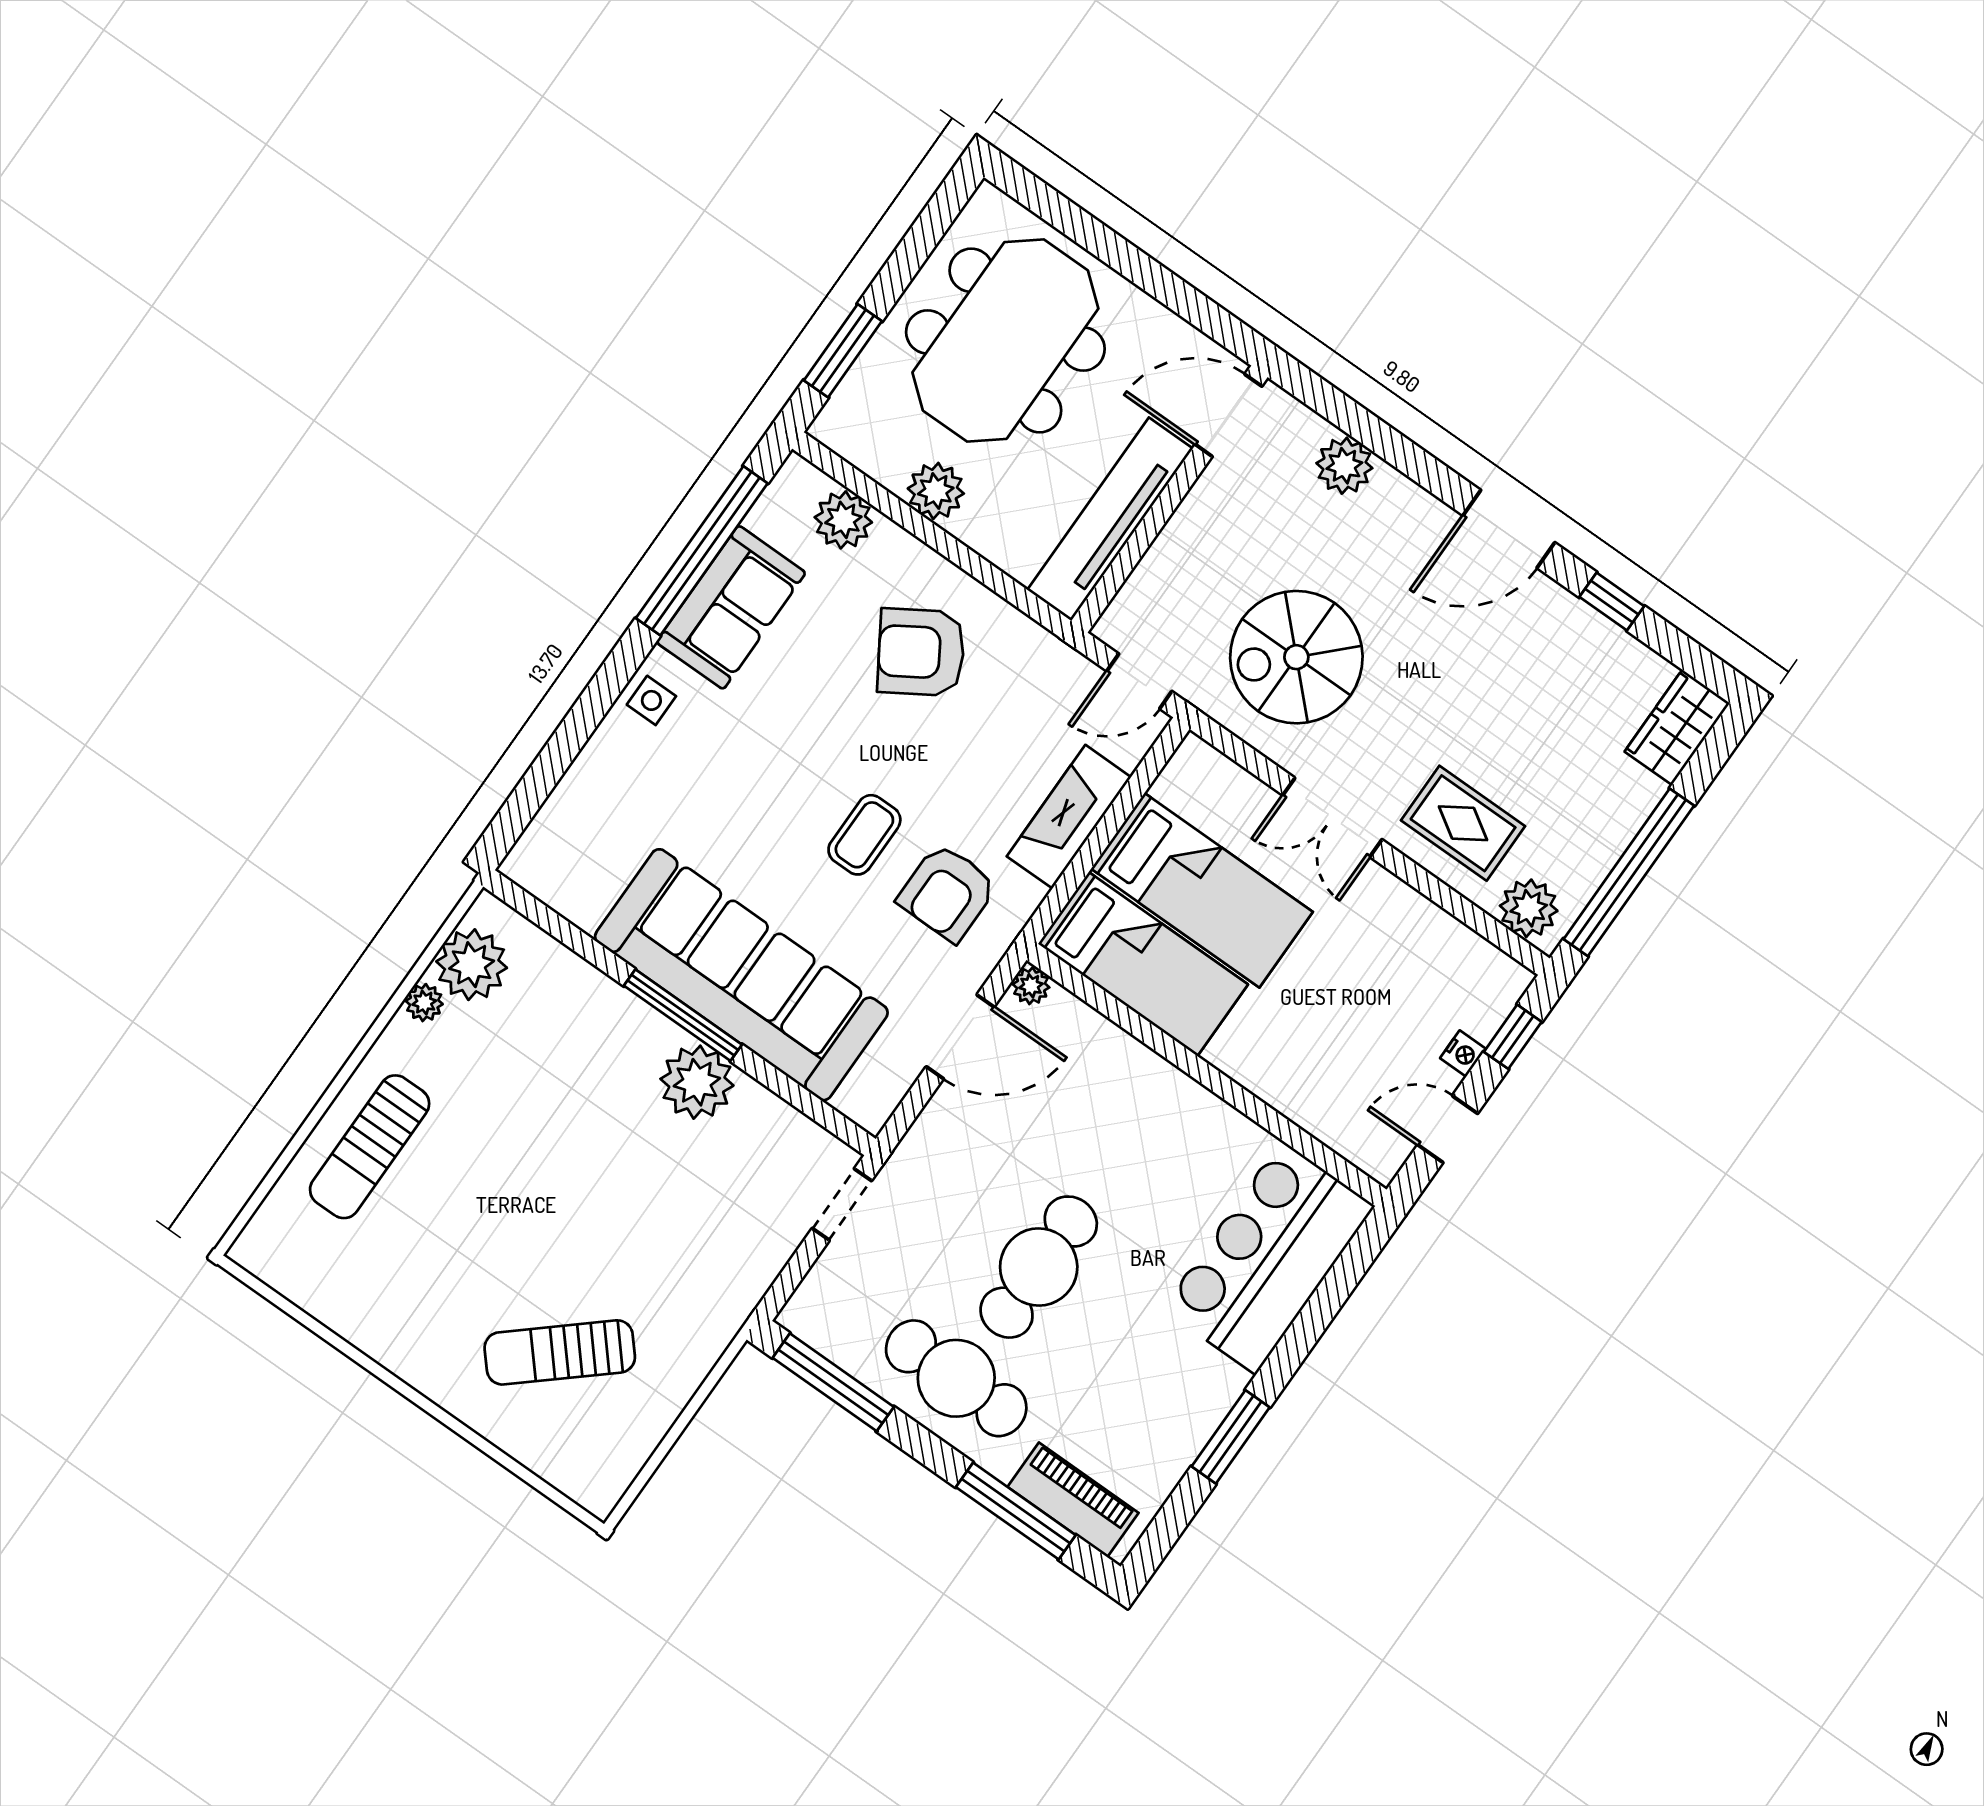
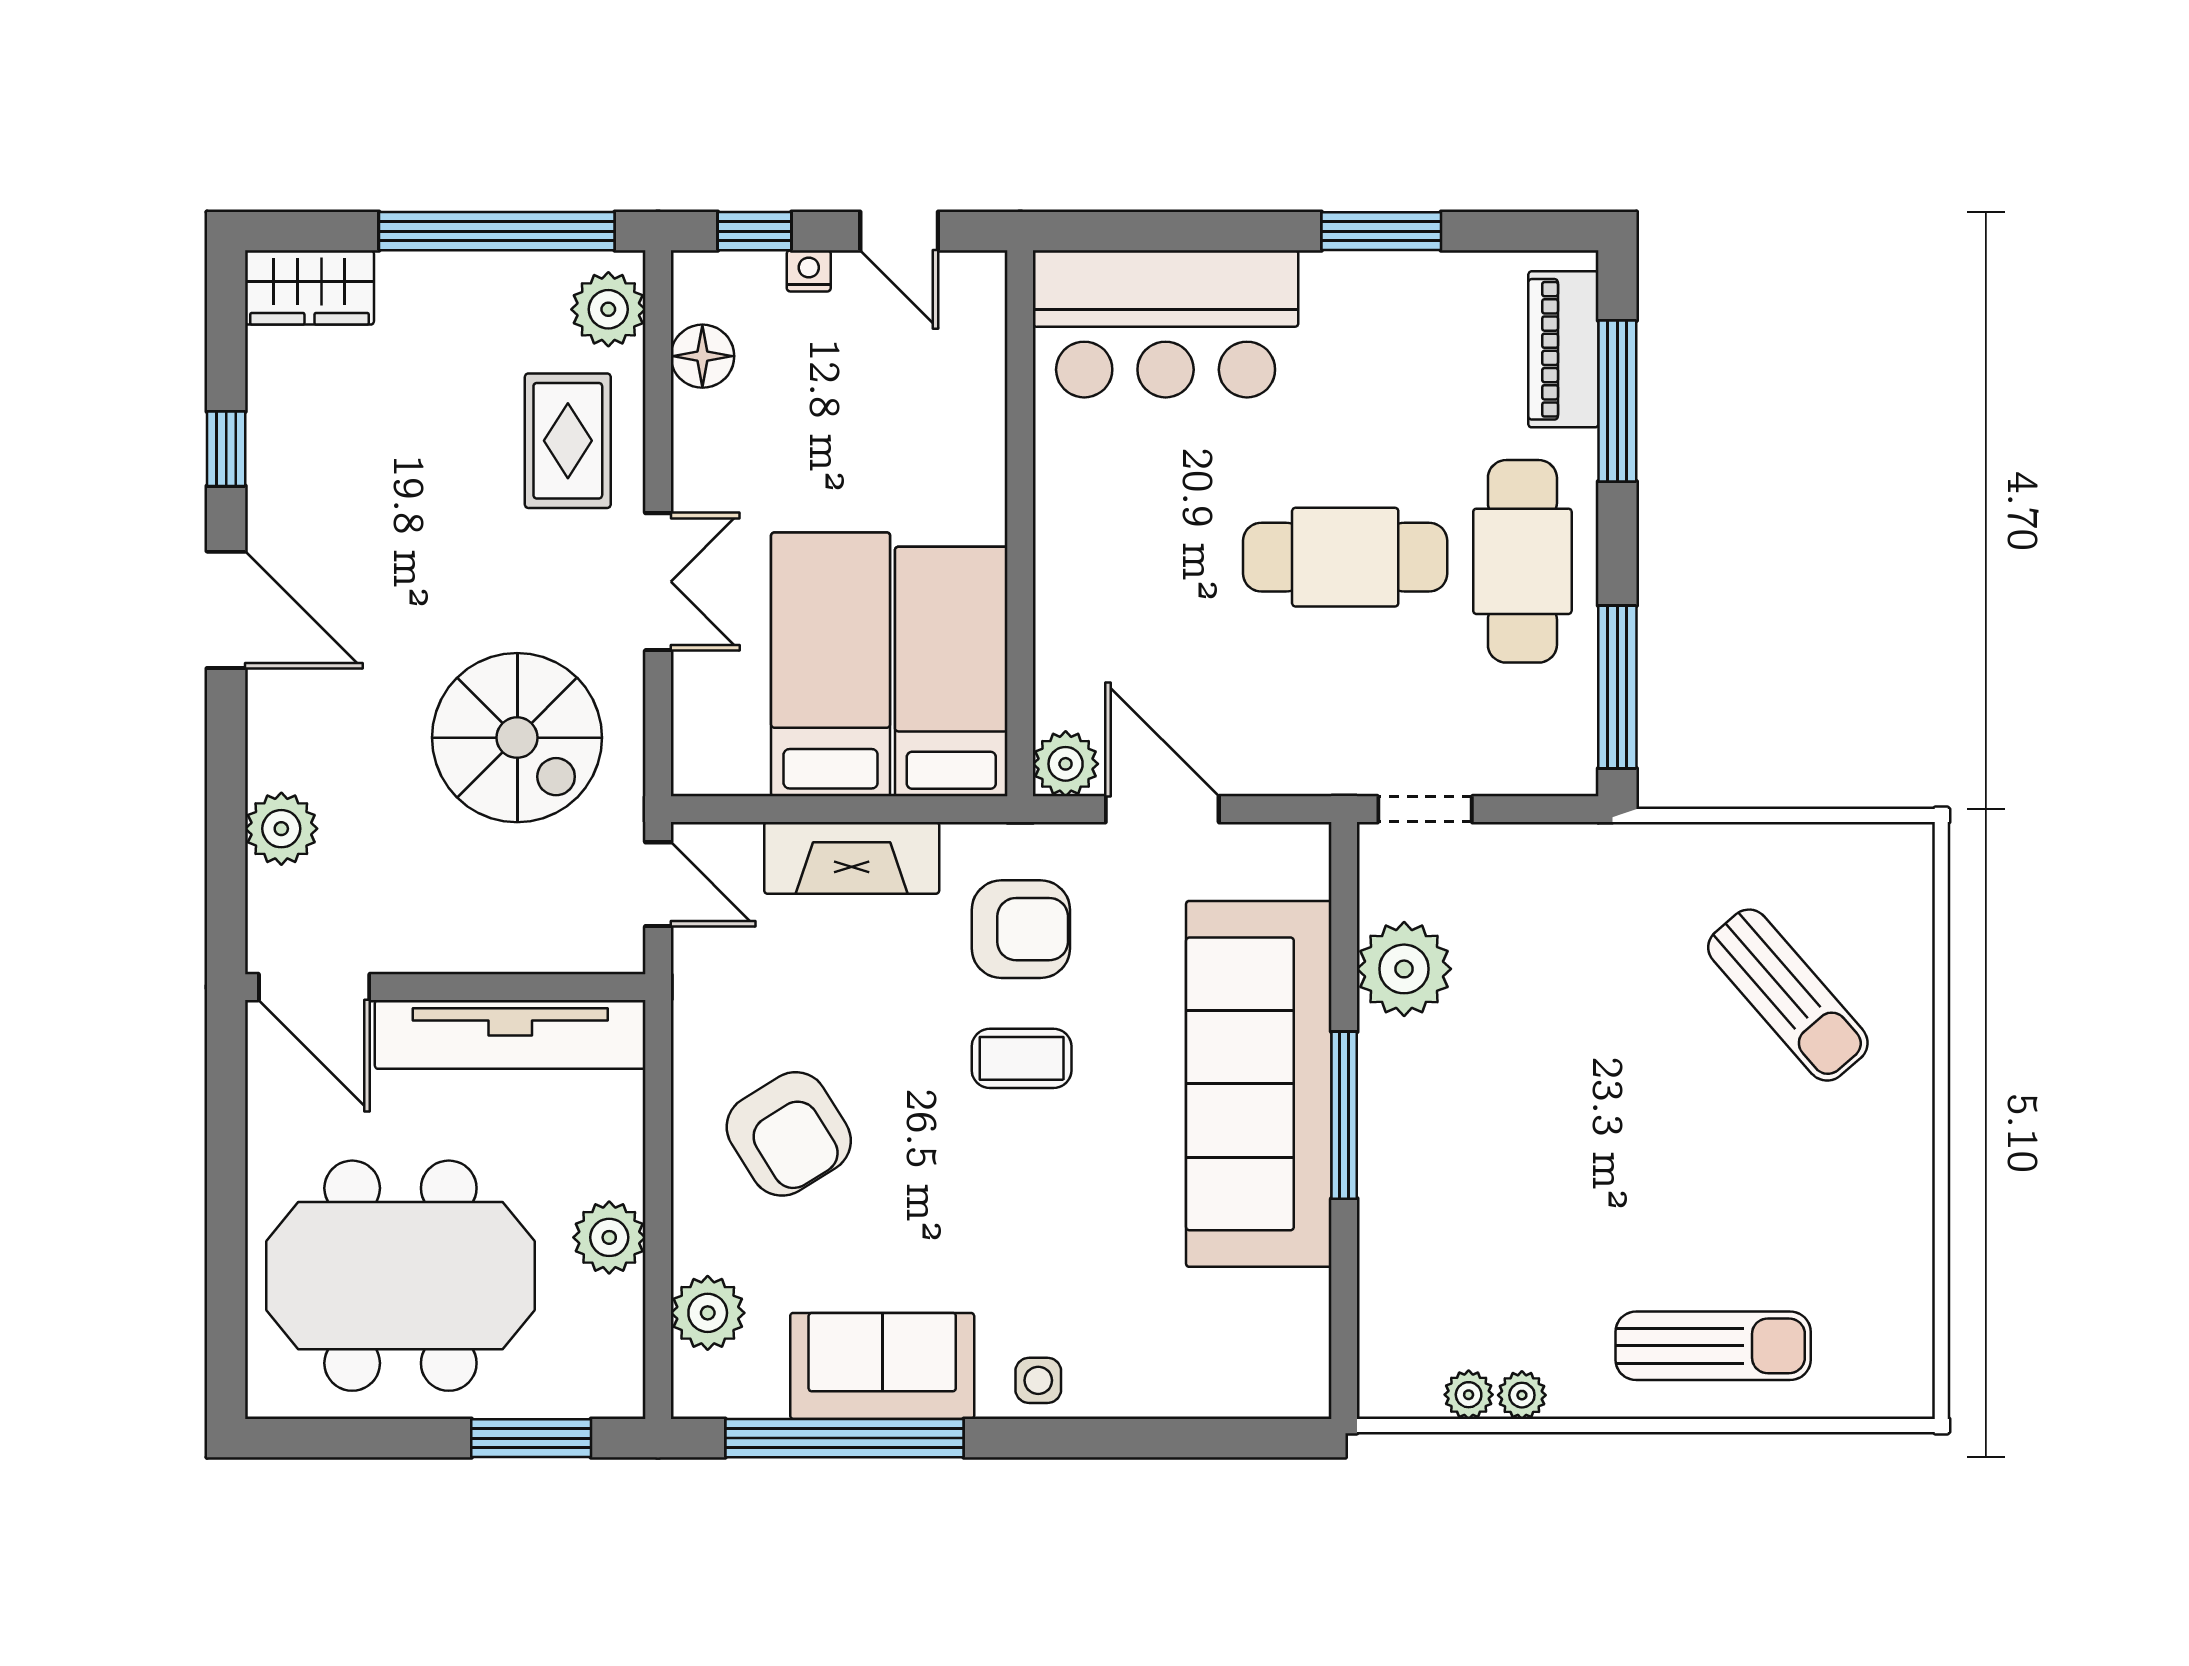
floor lamp: (1456, 947) -> (702, 356), added
plant: (472, 965) -> (1469, 1395), width x0.53, depth x0.53
plant: (1031, 986) -> (1066, 764), width x1.38, depth x1.38
plant: (697, 1082) -> (1404, 969), moved

